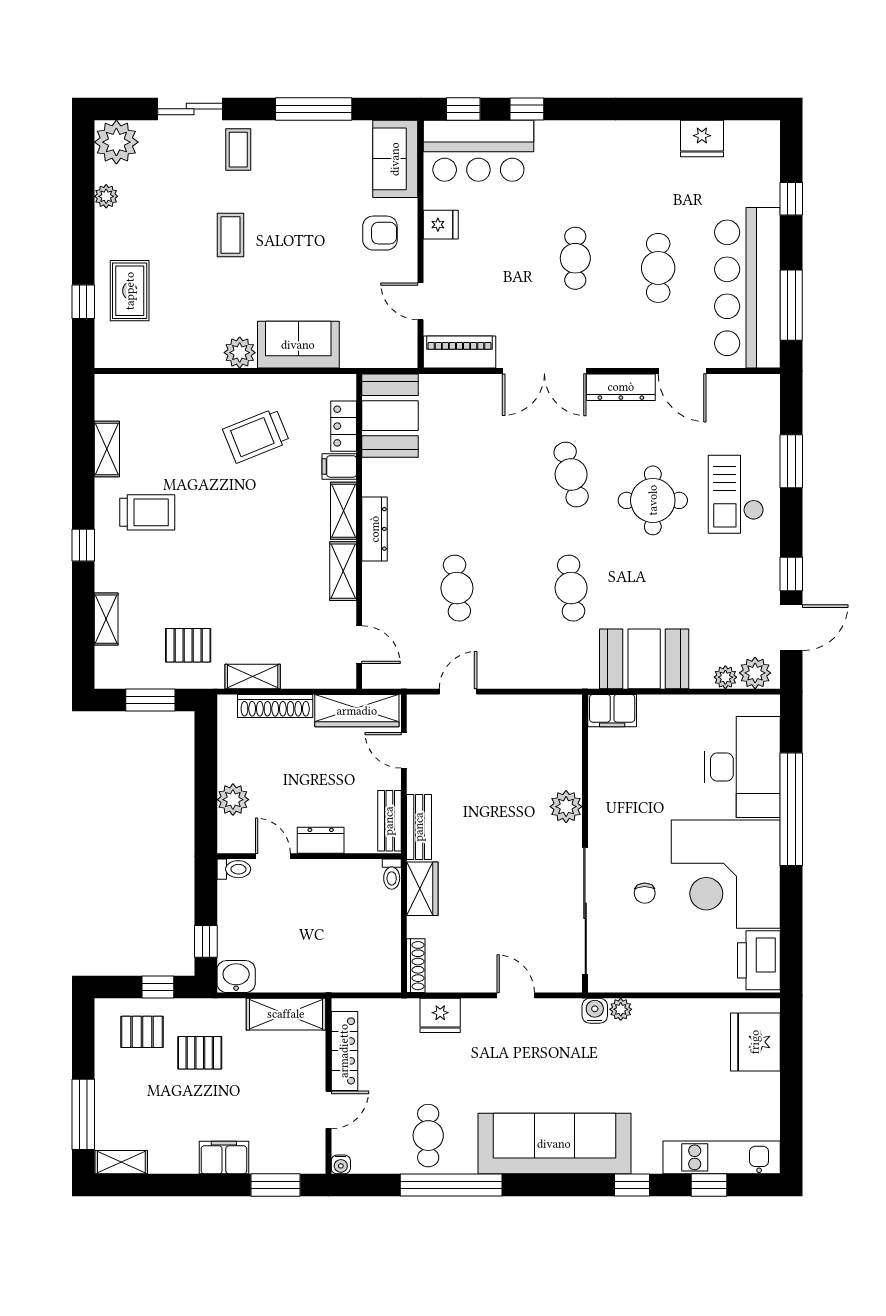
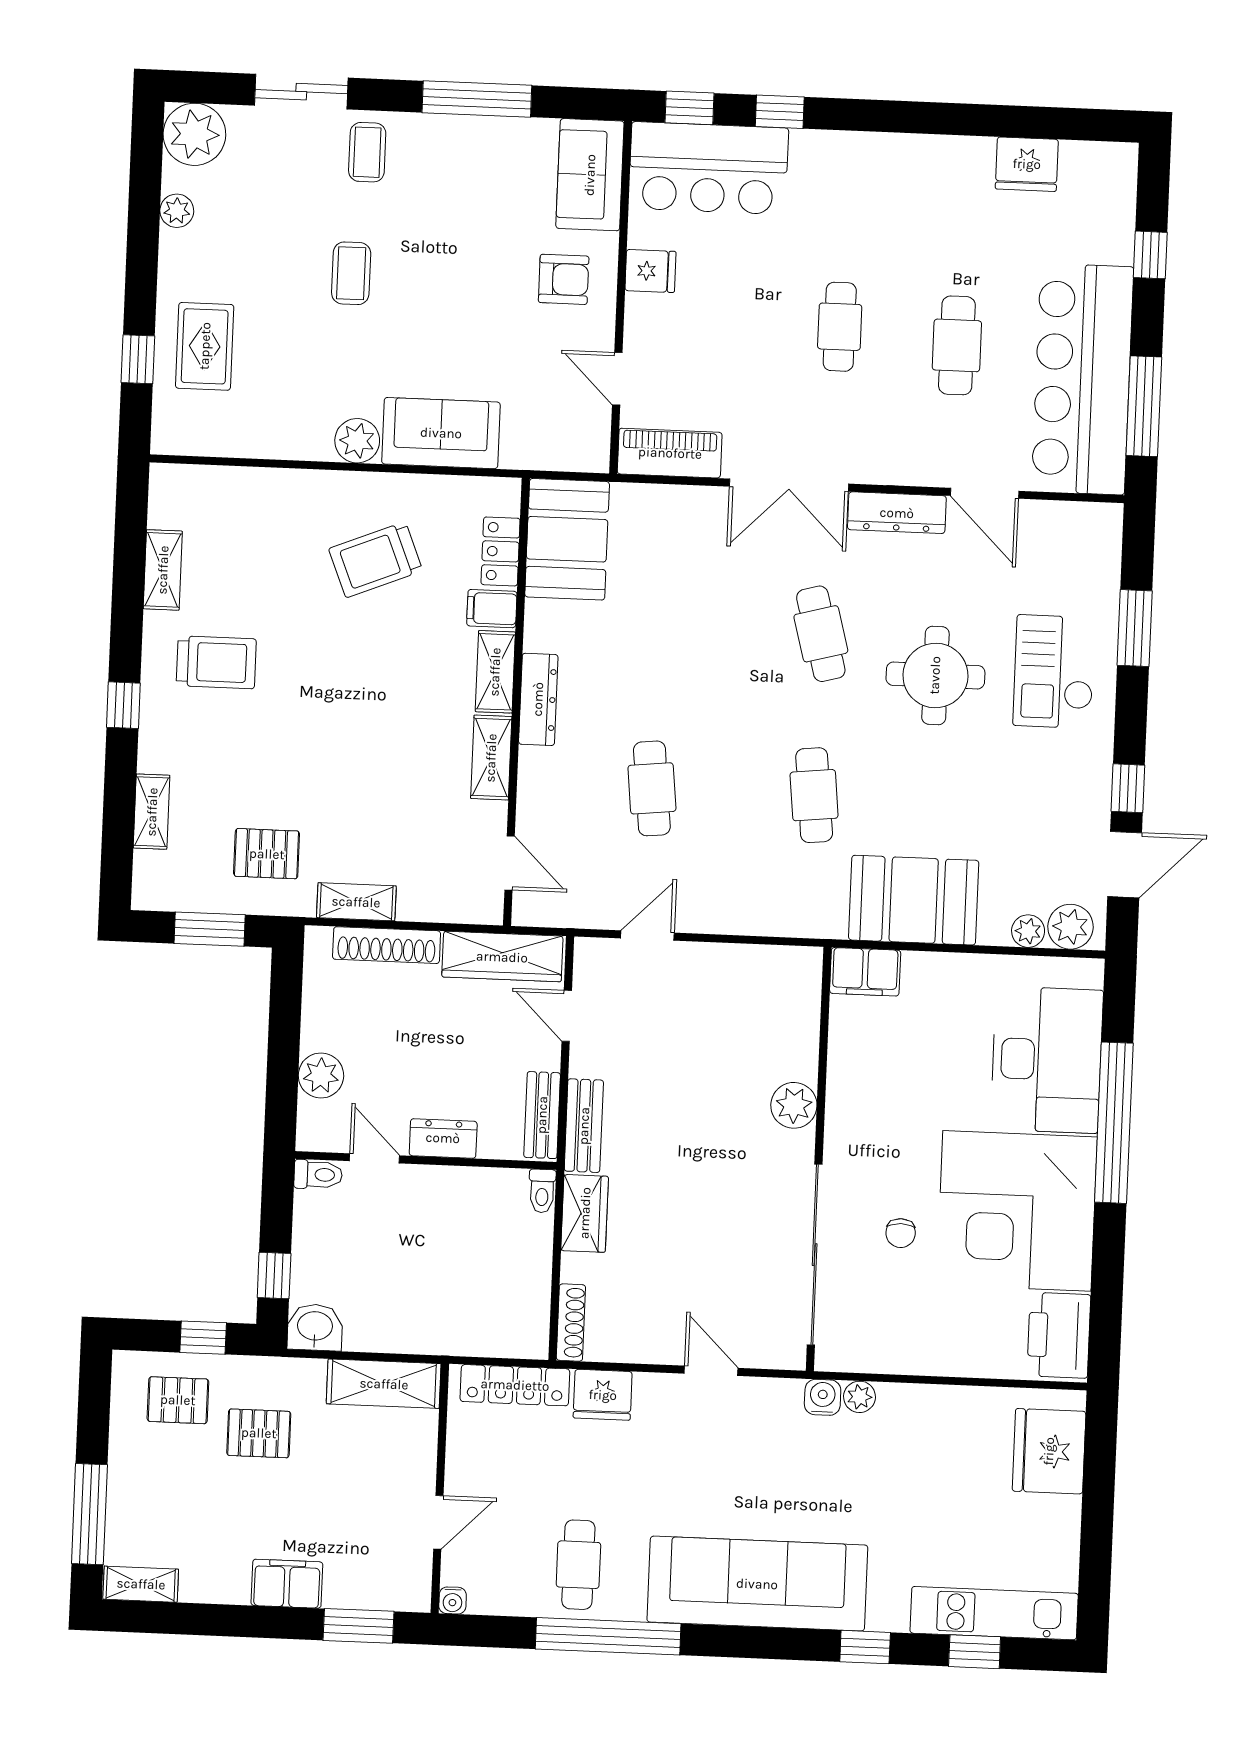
locker: (344, 1051) -> (515, 1385), moved, turned 90

